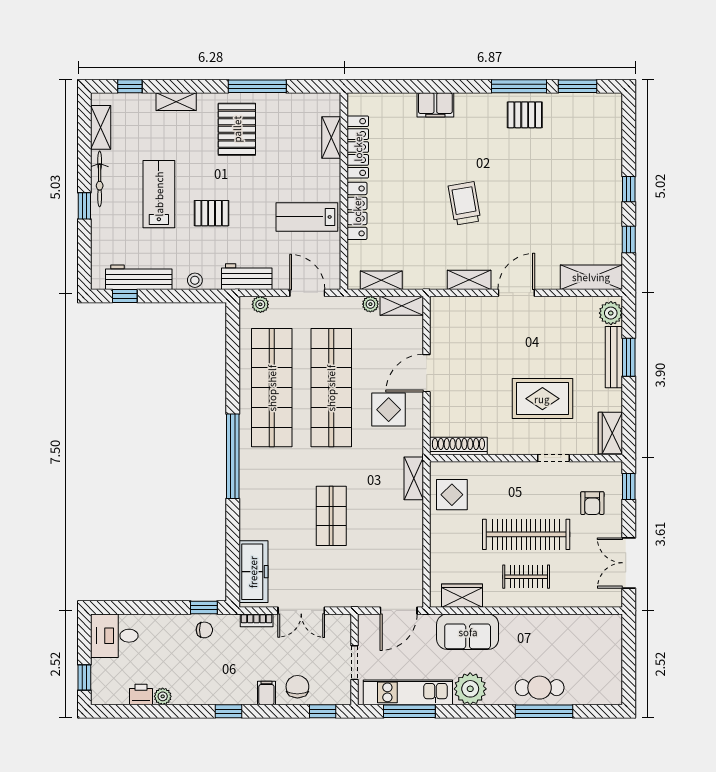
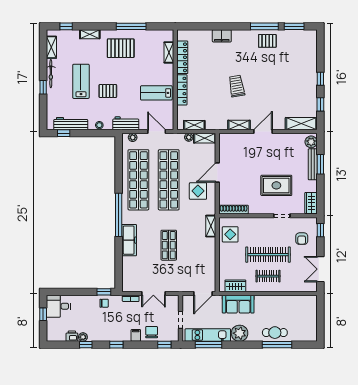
pallet: (237, 129) -> (121, 48), turned 90
freezer: (253, 572) -> (129, 240), moved
window: (84, 678) -> (43, 314), moved
window: (168, 711) -> (86, 345), added

